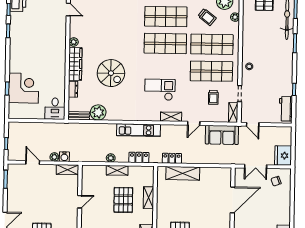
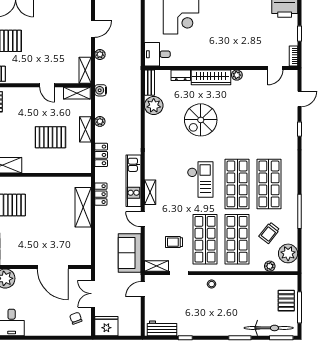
checkout: (160, 90) -> (200, 180), moved
kitchen unit: (139, 130) -> (134, 181), moved
water cooler: (64, 157) -> (101, 90), moved
shelving: (148, 198) -> (77, 93), moved

